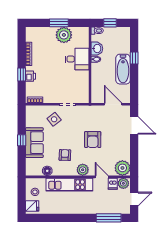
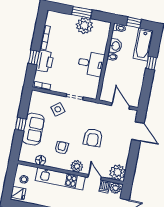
desk: (77, 59) -> (91, 64), moved
bathtub: (123, 69) -> (143, 45), moved
printer: (31, 76) -> (45, 61), width x1.87, depth x1.48

